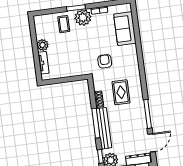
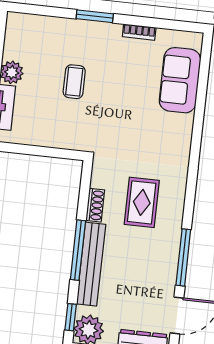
plant: (83, 17) -> (104, 38), removed
coffee table: (64, 24) -> (74, 82), moved
armchair: (105, 61) -> (125, 134), removed

